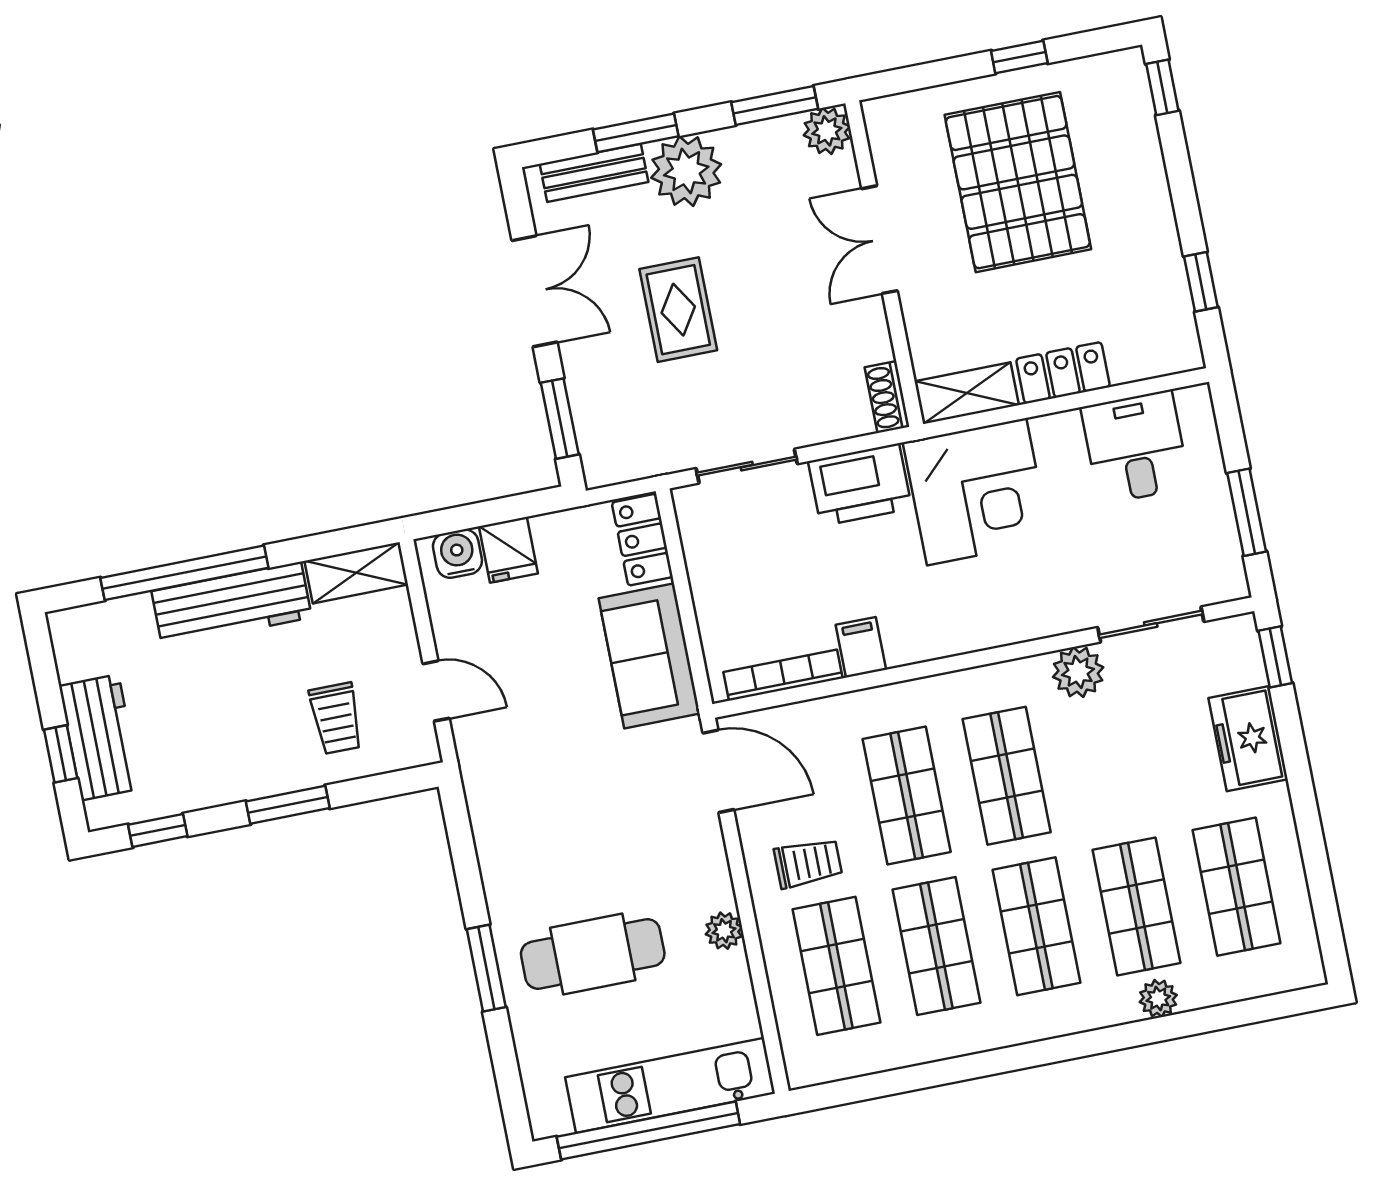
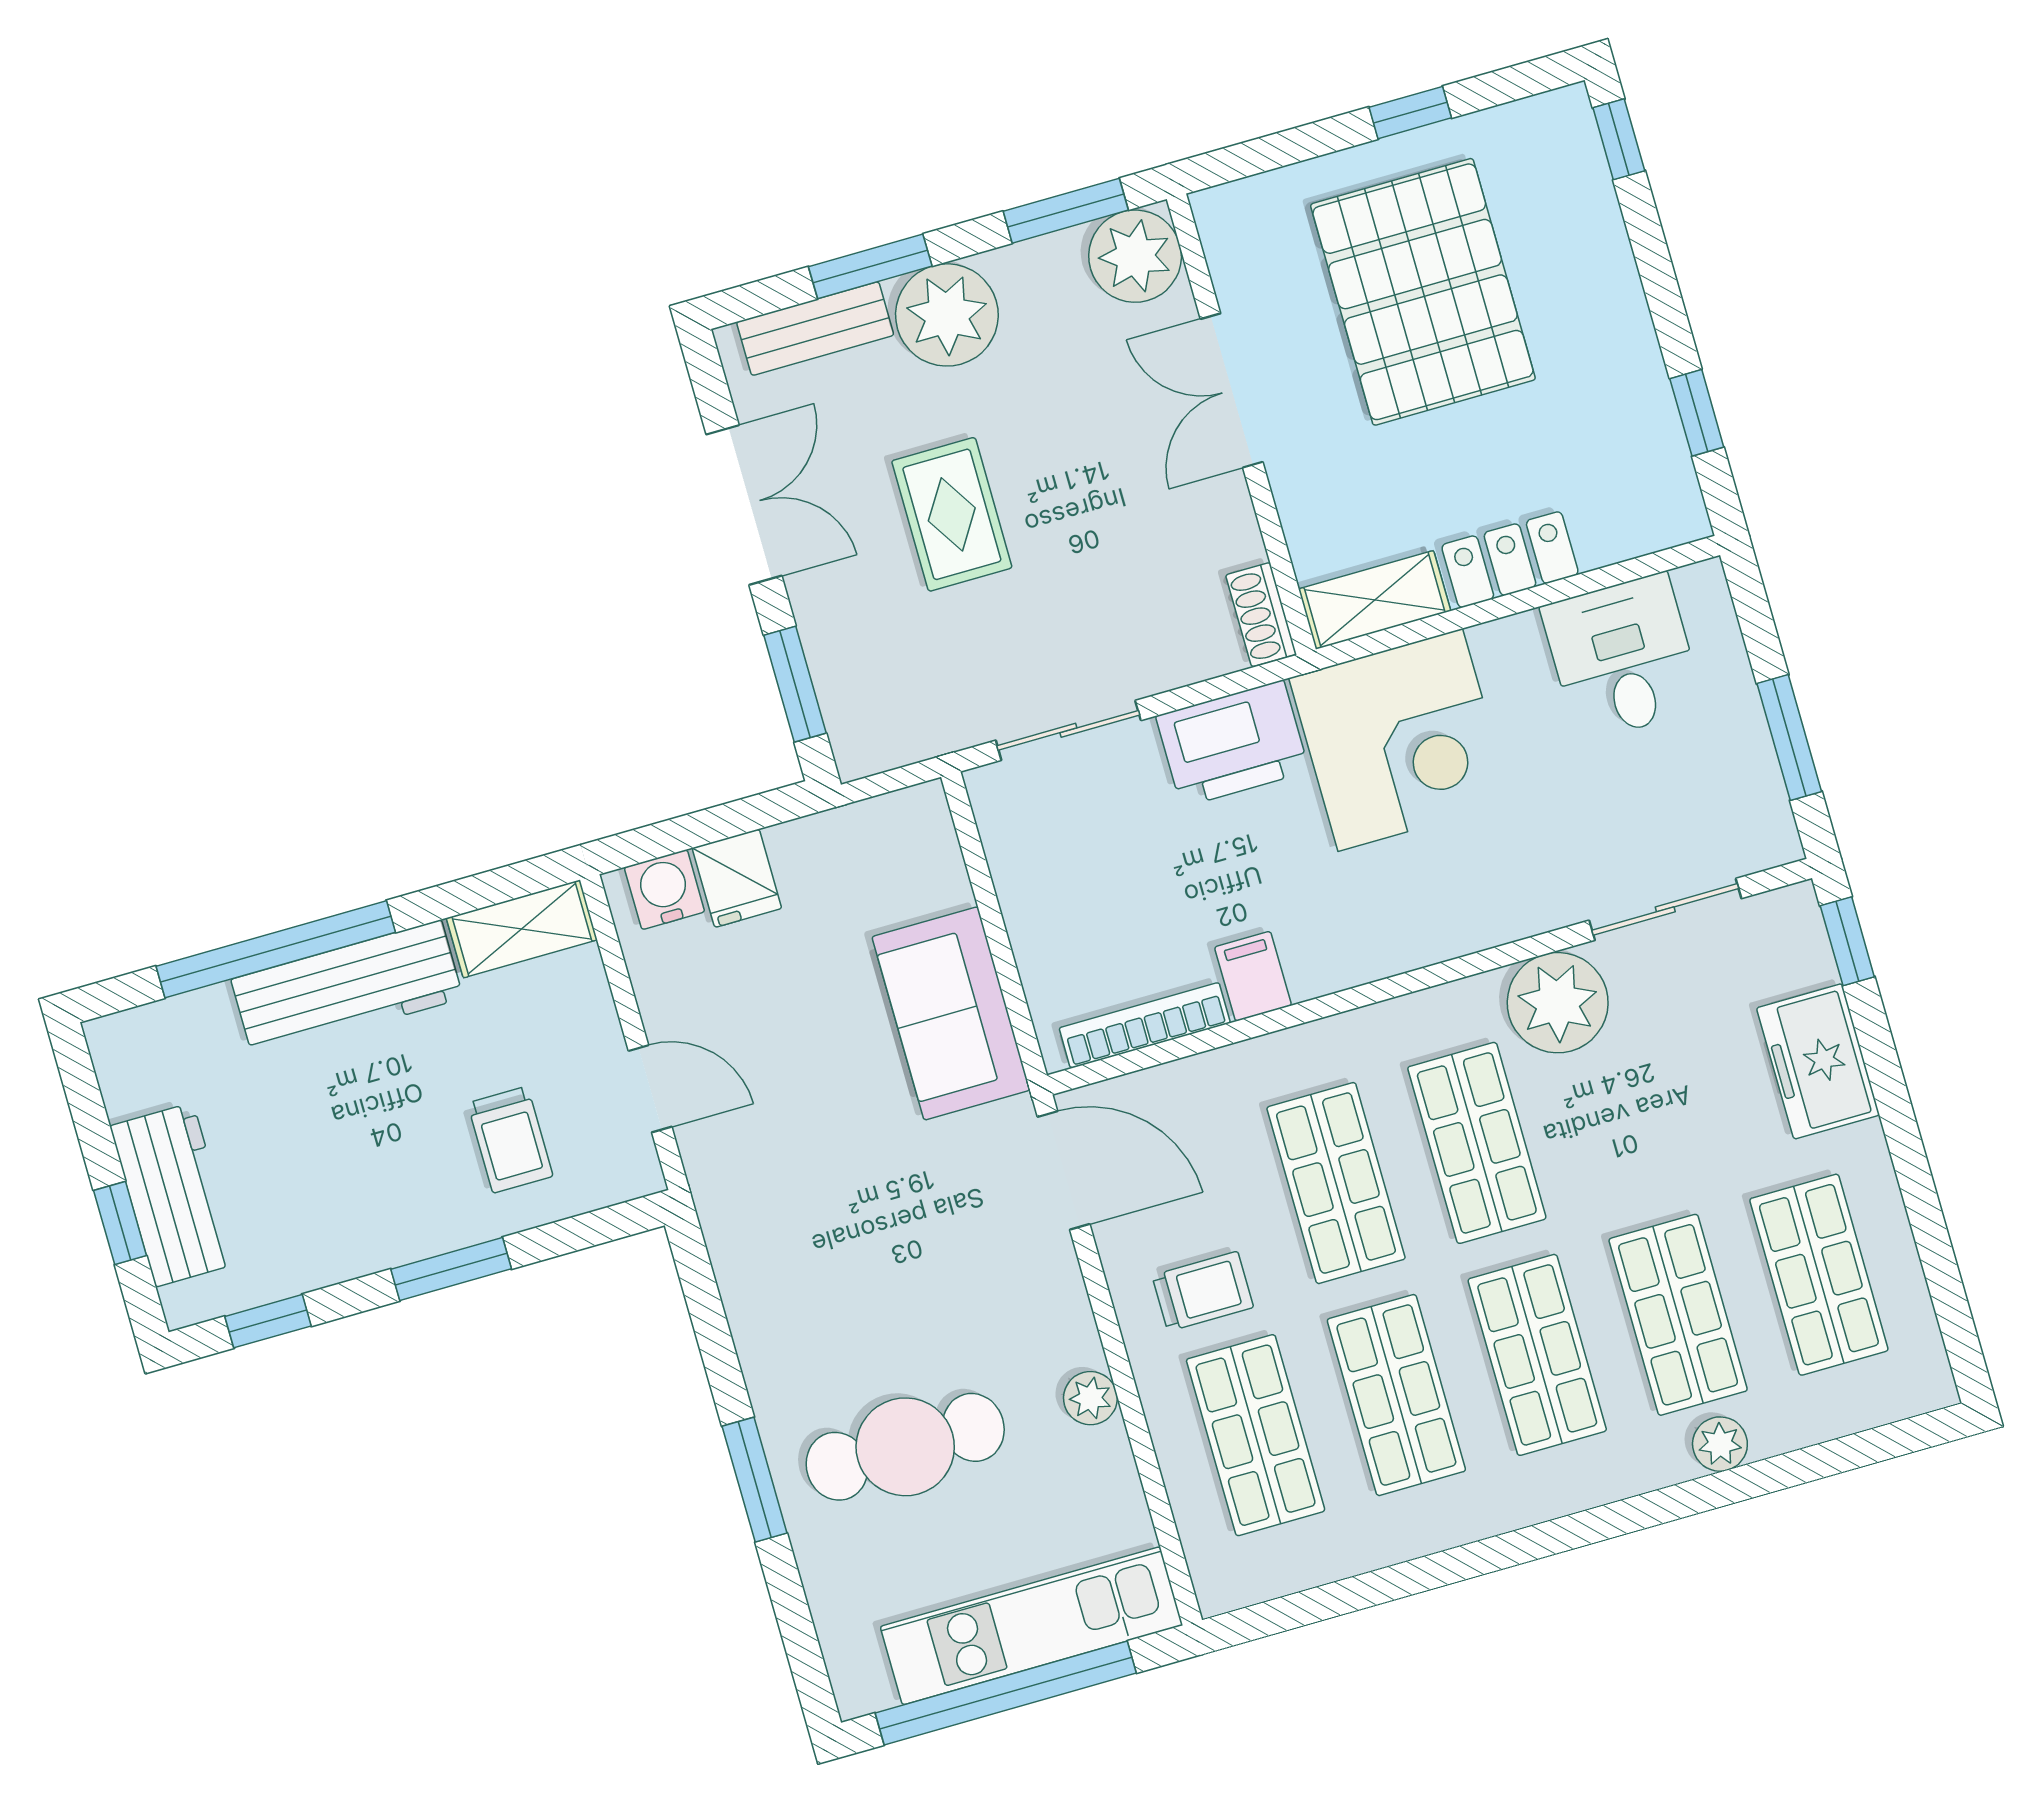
plant: (827, 131) -> (1135, 256), width x1.36, depth x1.36
locker: (642, 540) -> (927, 848), removed
plant: (1078, 672) -> (1558, 1003), width x1.36, depth x1.36

